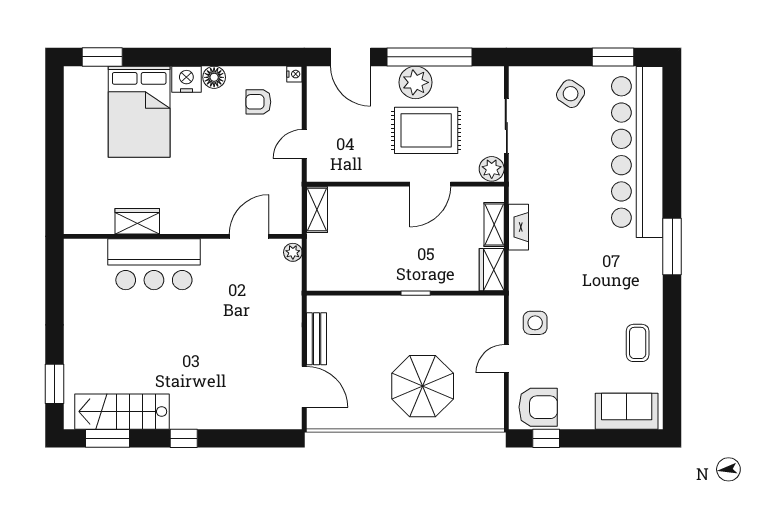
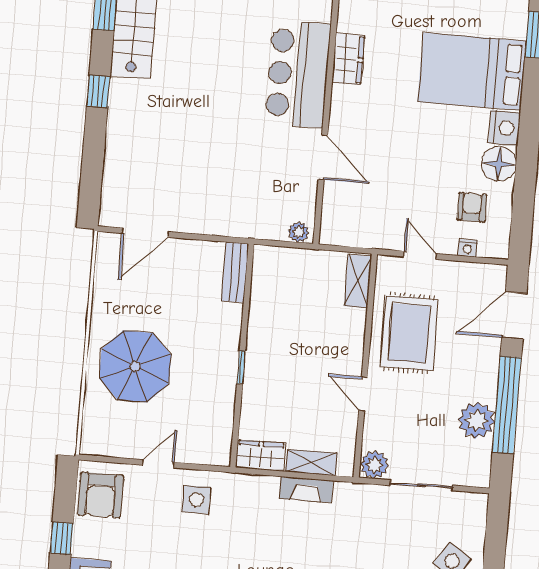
nightstand: (294, 74) -> (467, 248), moved
floor lamp: (214, 77) -> (499, 164), width x1.38, depth x1.38
plant: (415, 82) -> (477, 420), moved
rug: (426, 130) -> (409, 333), moved
door: (430, 184) -> (363, 394), width x0.73
shelving: (317, 210) -> (358, 281), moved, turned 90
door: (249, 236) -> (323, 157), moved
bench: (317, 339) -> (235, 272), moved, turned 90
door: (506, 359) -> (158, 464), hinge flipped
window: (546, 438) -> (62, 538), moved

